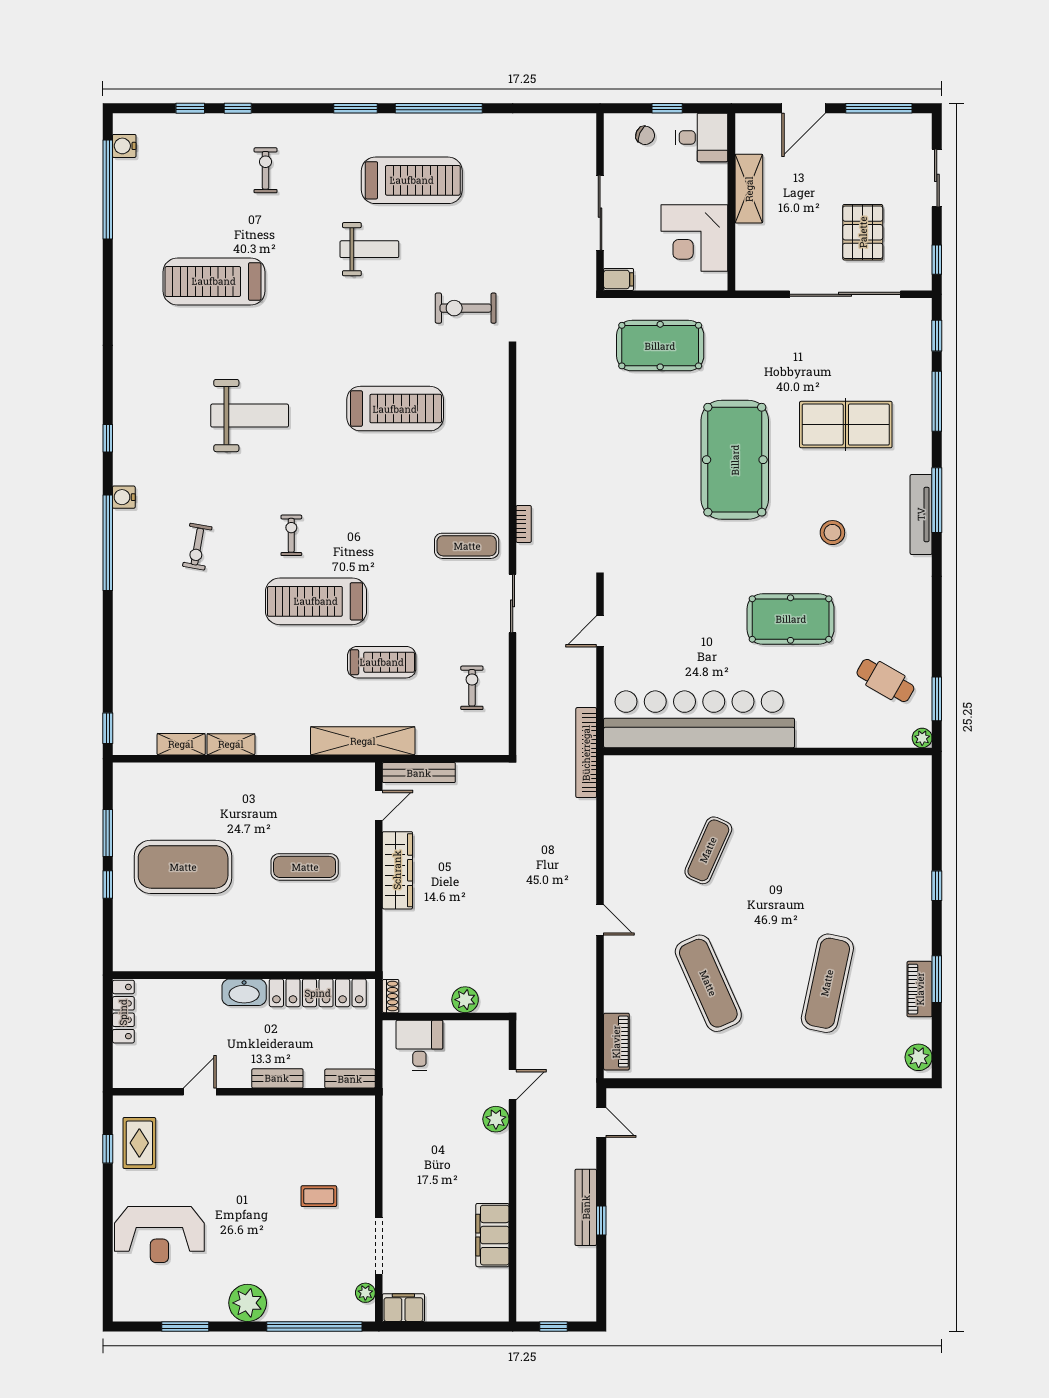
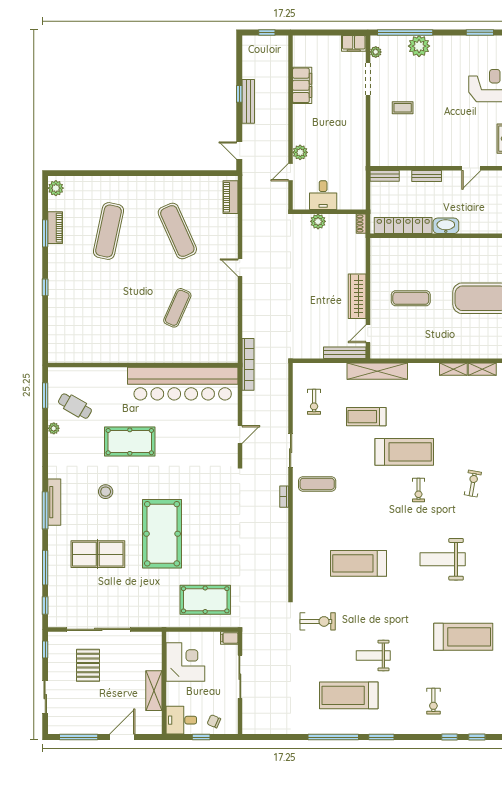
plant: (922, 738) -> (54, 428), moved
desk: (419, 1045) -> (323, 195), moved
plant: (248, 1303) -> (419, 46), moved

